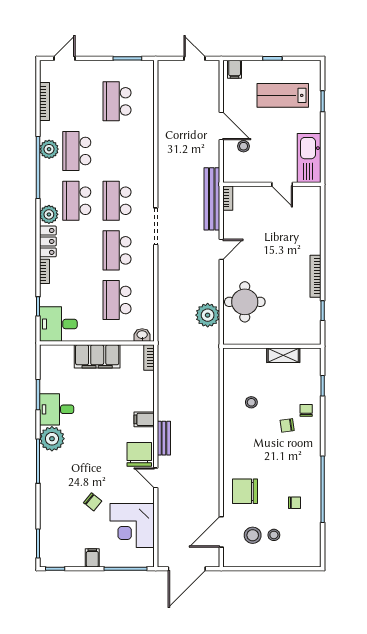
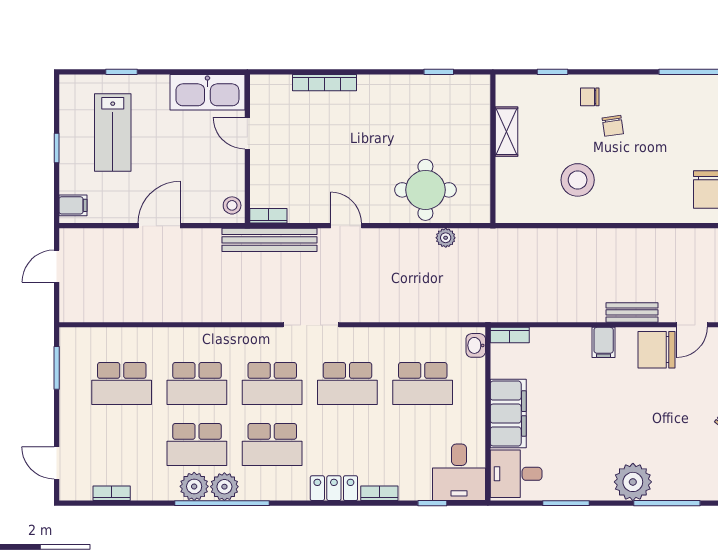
bookcase: (44, 102) -> (112, 493), width x0.64
stool: (244, 146) -> (232, 205), moved
school desk: (117, 151) -> (197, 384), added
door: (282, 184) -> (247, 133), swing flipped
plant: (49, 214) -> (224, 487), moved
bookcase: (316, 276) -> (324, 83), moved
plant: (208, 315) -> (446, 238), width x0.53, depth x0.53
stool: (251, 402) -> (578, 180), width x1.89, depth x1.89
desk: (57, 409) -> (516, 474), moved, turned 90

